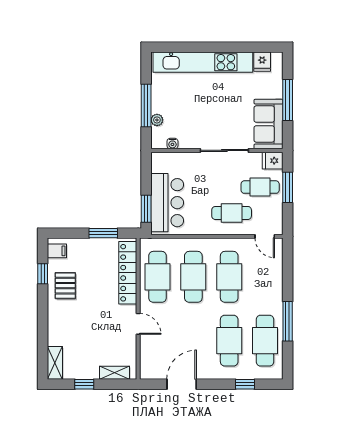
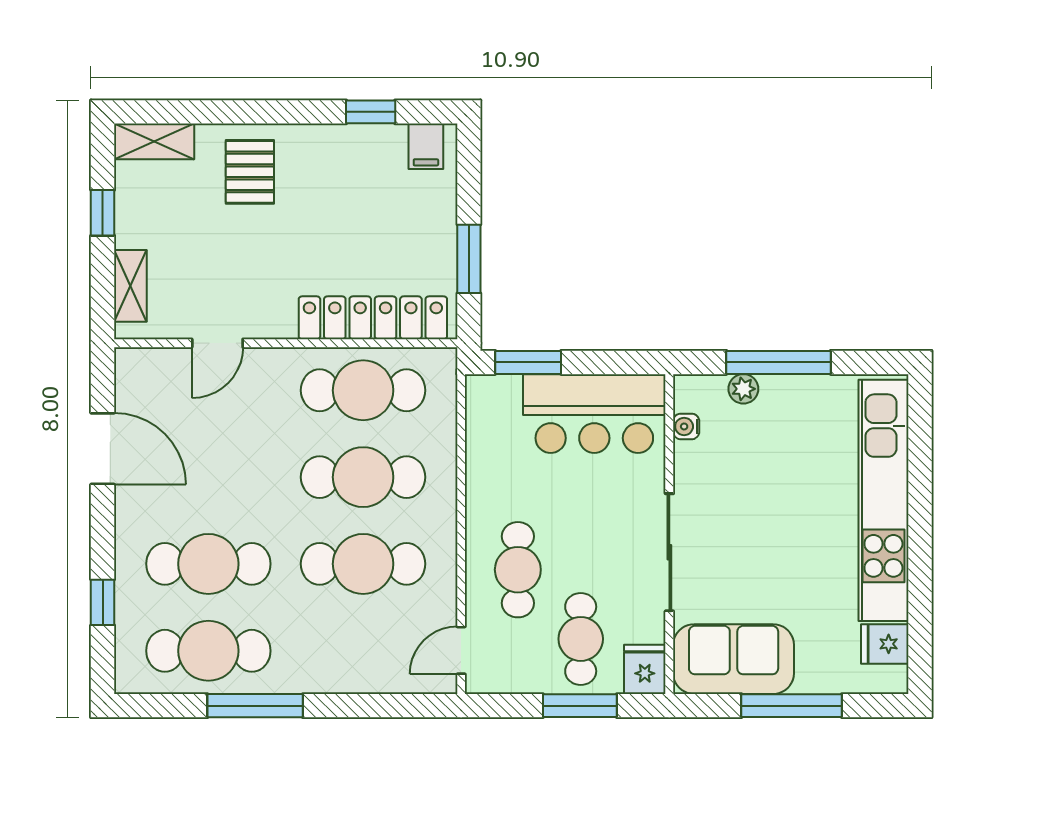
bar counter: (167, 203) -> (594, 414), moved
pallet: (65, 286) -> (250, 172), moved, turned 90
door: (138, 324) -> (217, 343), moved

